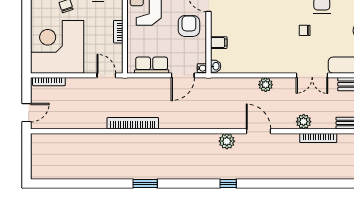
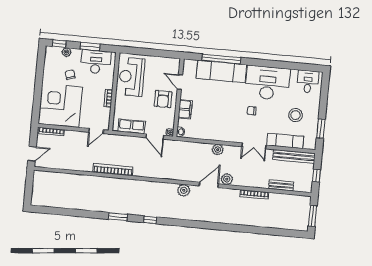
armchair: (189, 26) -> (163, 99), turned 180
filing cabinet: (219, 43) -> (185, 109), width x2.00
door: (106, 75) -> (96, 131), swing flipped
door: (183, 75) -> (155, 136), hinge flipped
plant: (304, 122) -> (227, 179), moved
door: (258, 131) -> (209, 185), hinge flipped
window: (228, 183) -> (150, 220), moved

